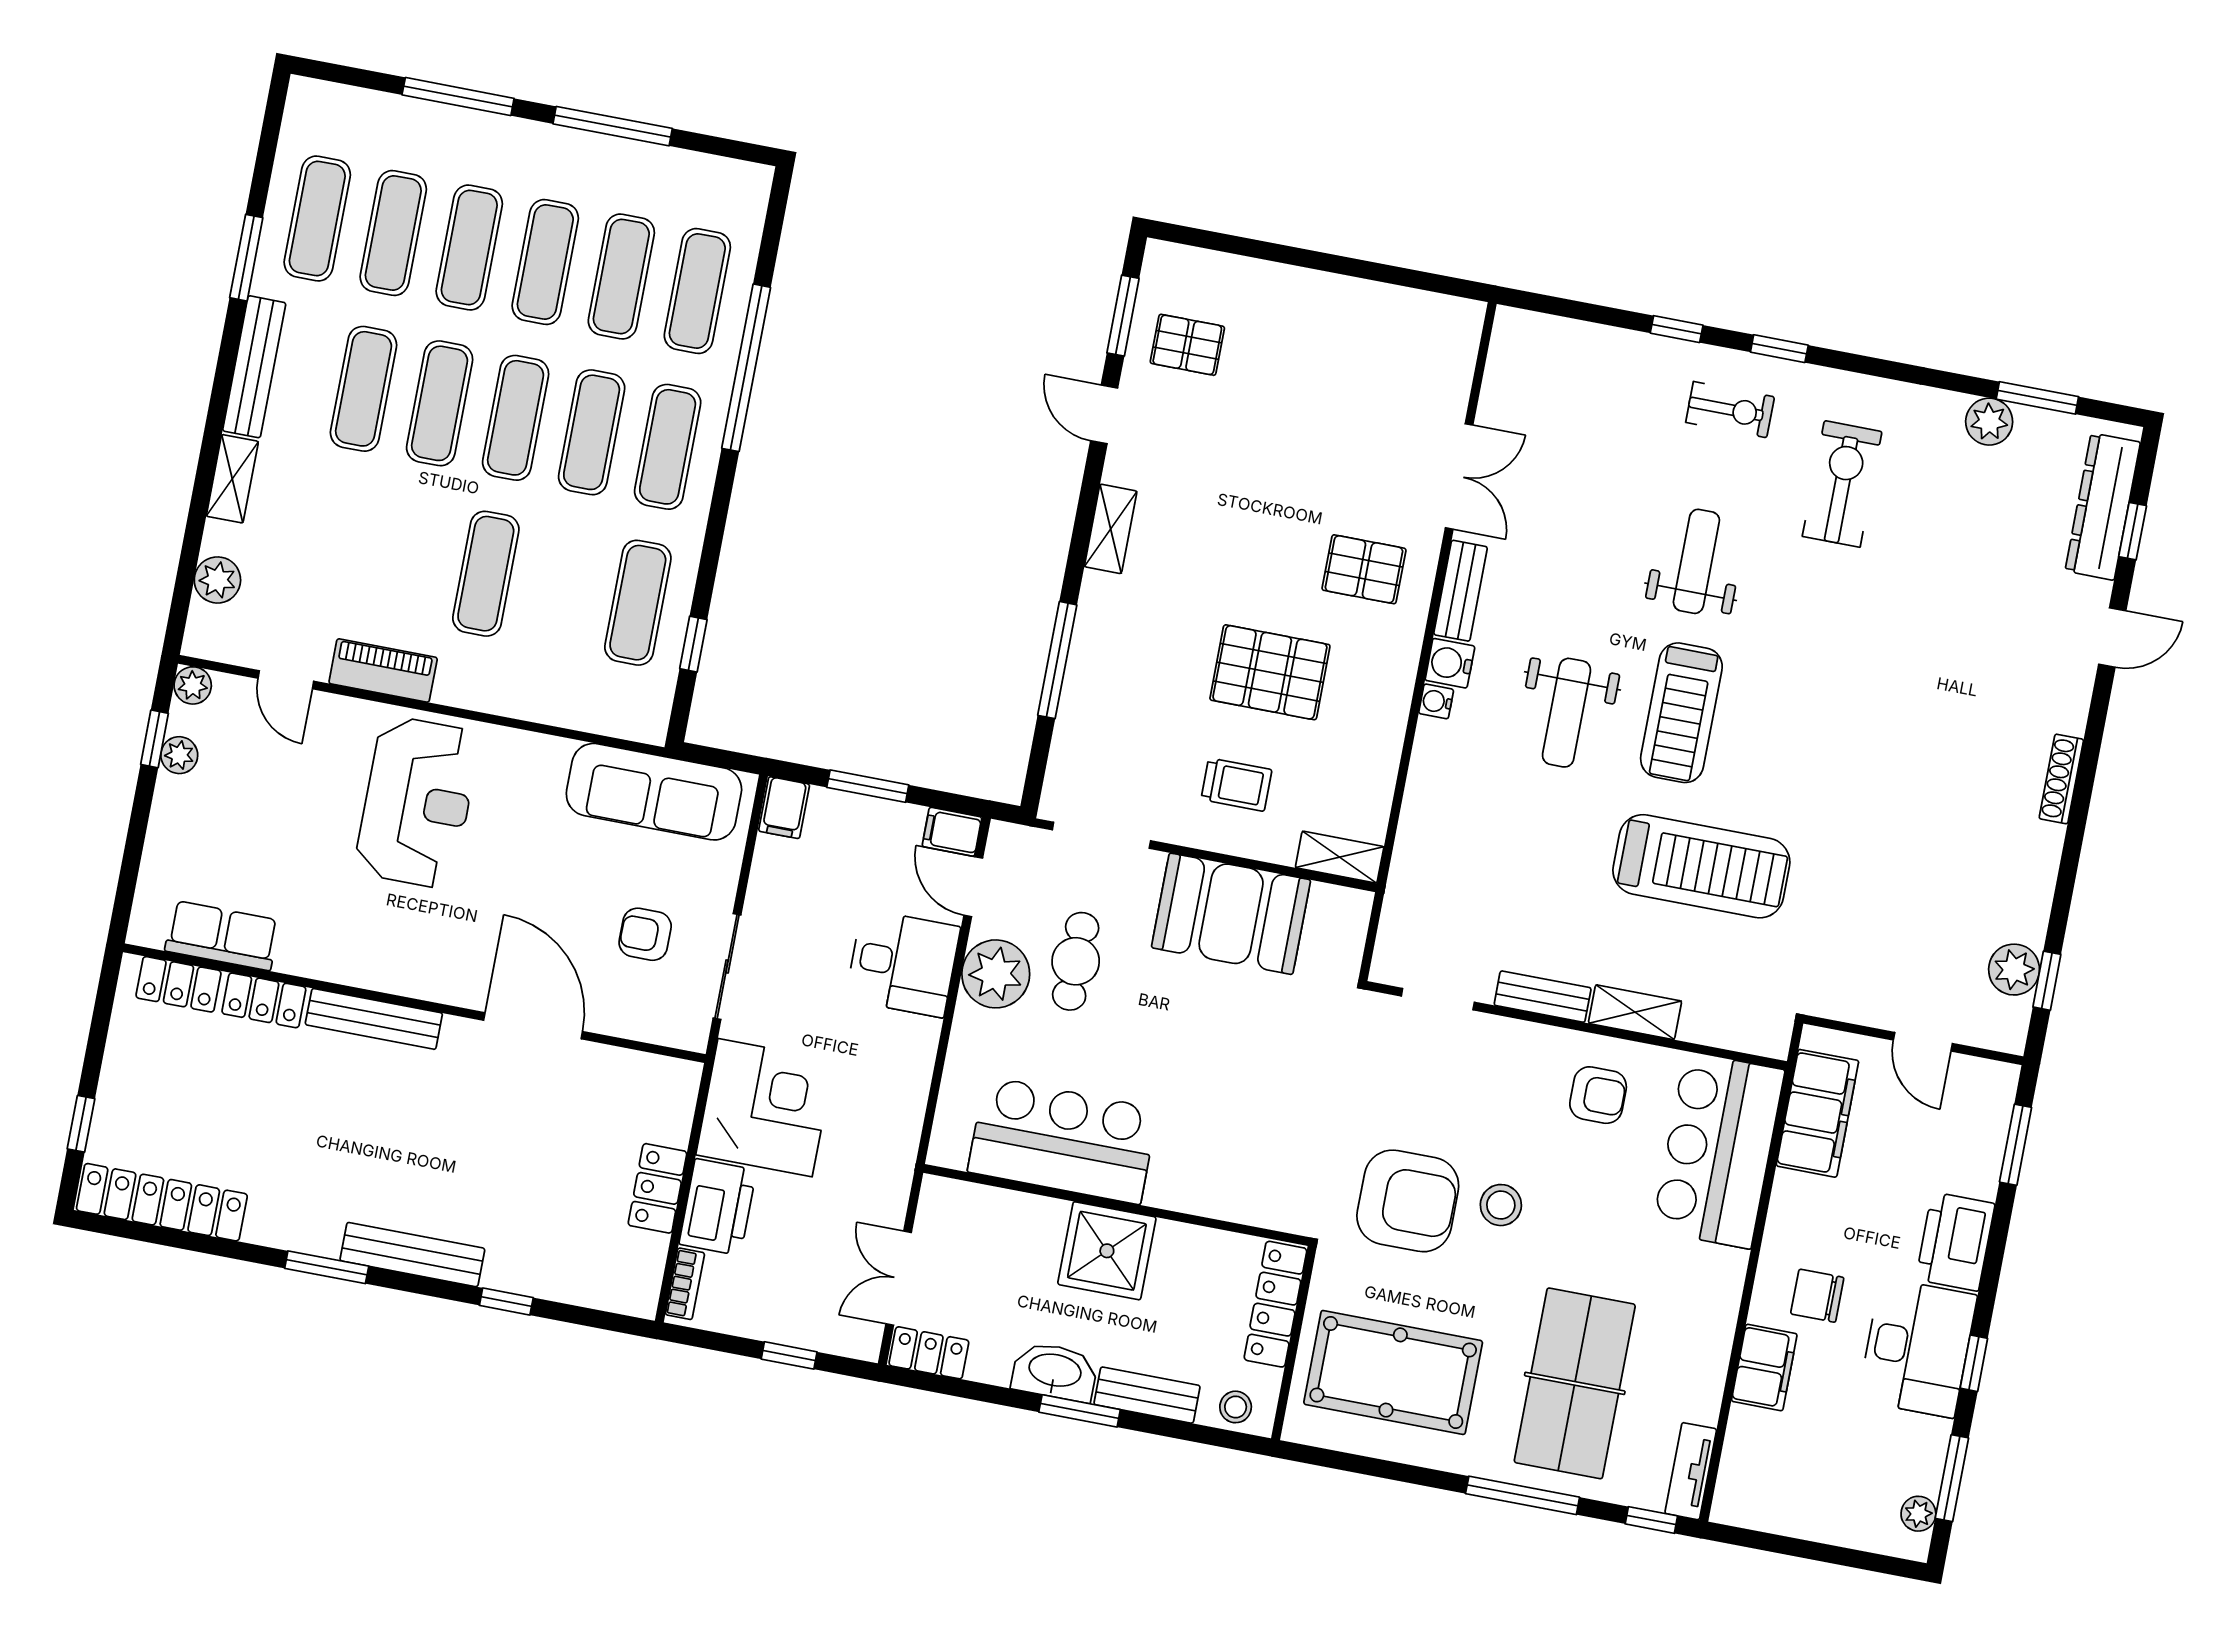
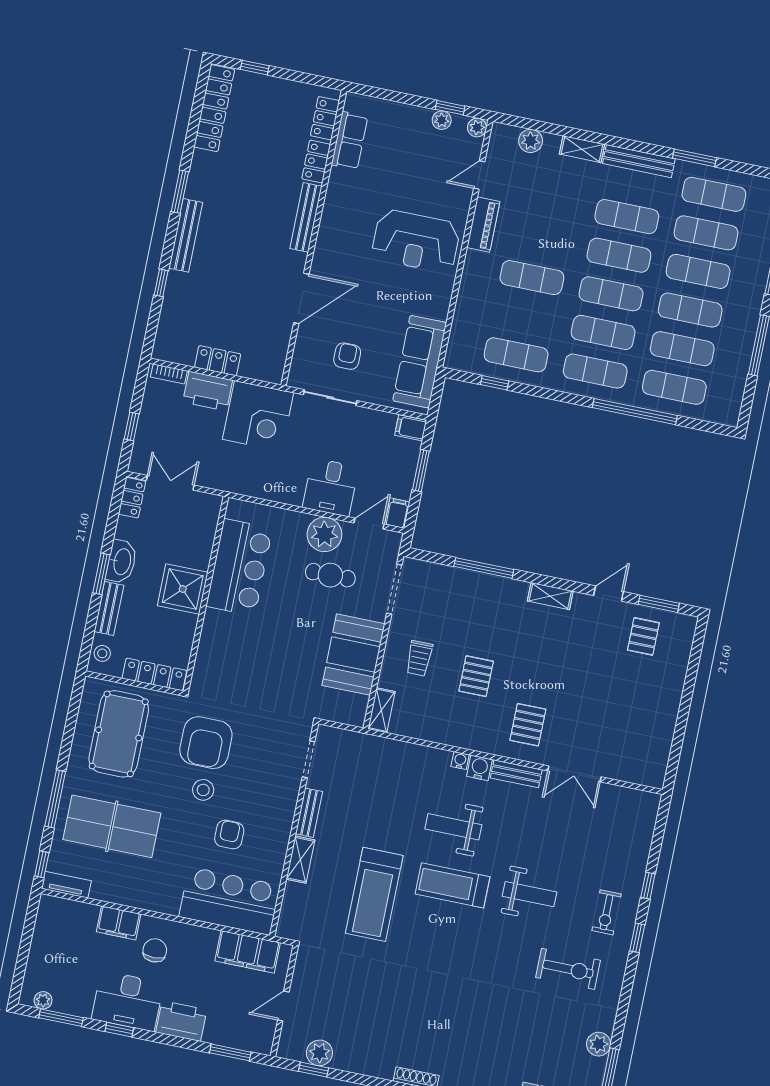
pallet: (1270, 672) -> (476, 676), width x0.67, depth x0.71
armchair: (1598, 1095) -> (229, 835), moved, turned 180

